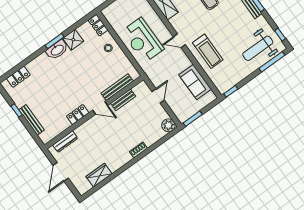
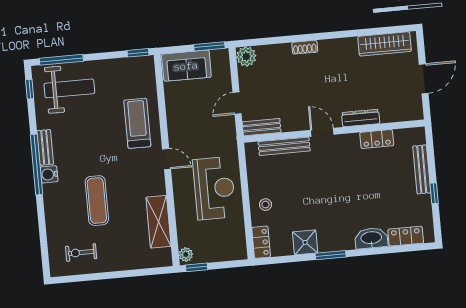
washbasin: (57, 50) -> (371, 238), moved
sofa: (195, 82) -> (186, 66), moved, turned 90
bench: (123, 100) -> (262, 127), moved
locker: (78, 115) -> (377, 139), moved
dresser: (65, 142) -> (361, 118), moved
wardrobe: (99, 175) -> (385, 44), width x1.50

